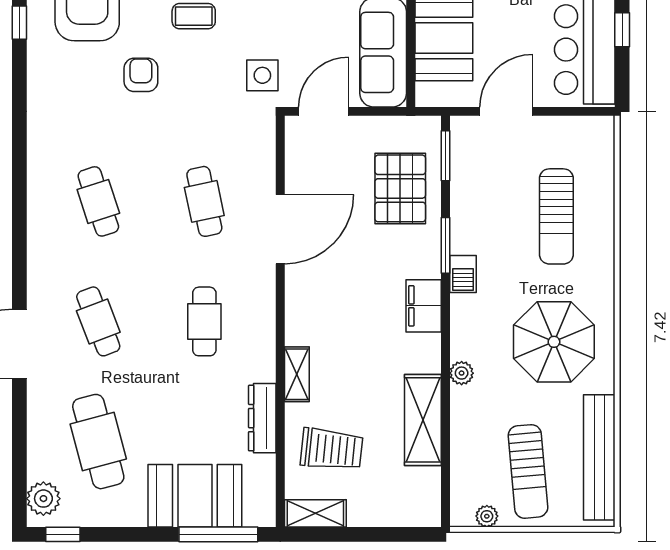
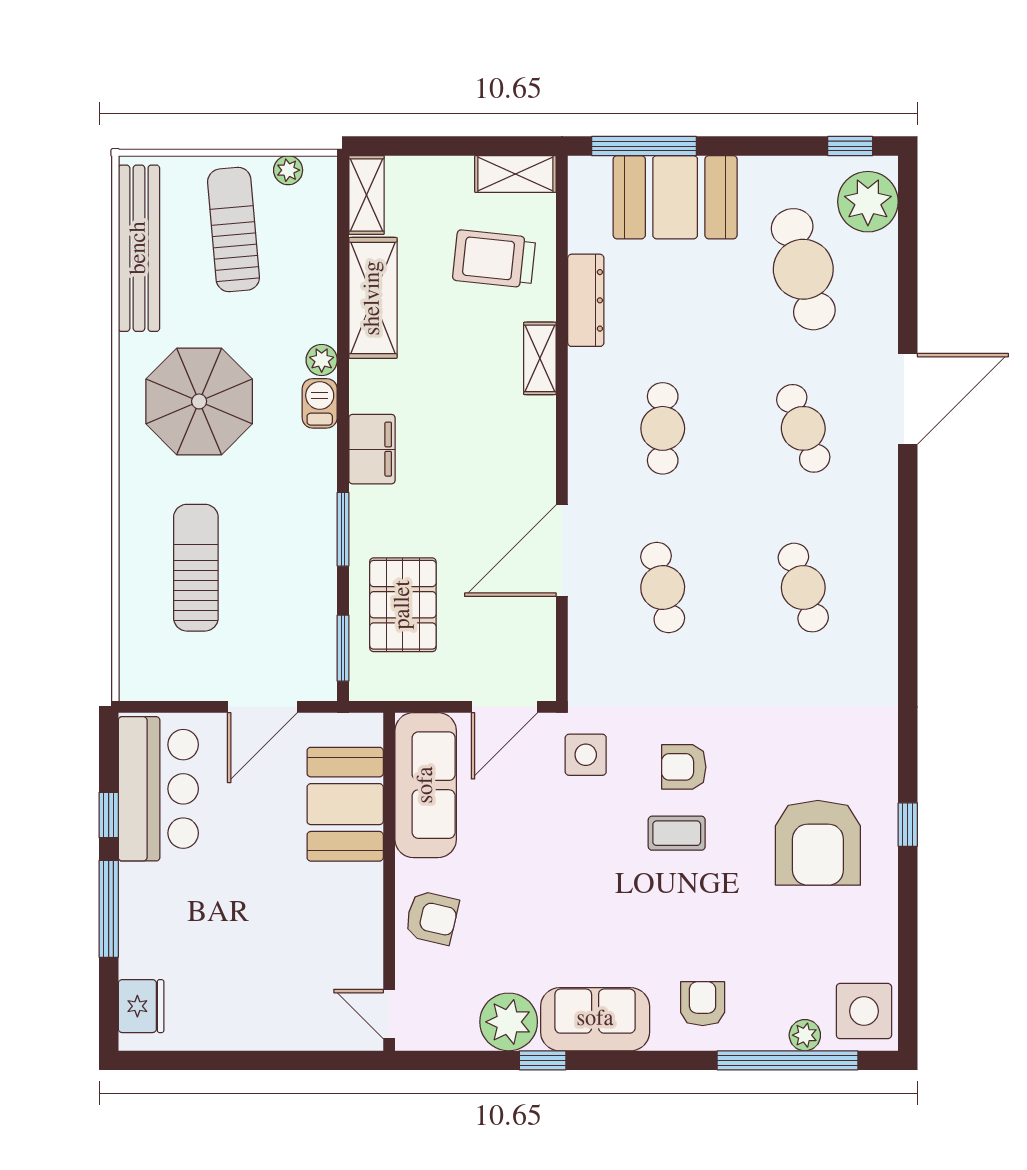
armchair: (141, 75) -> (684, 767), moved, turned 90
barbecue: (463, 274) -> (320, 403), moved
shelving: (428, 498) -> (366, 195), added
plant: (43, 499) -> (868, 202), width x1.36, depth x1.36

